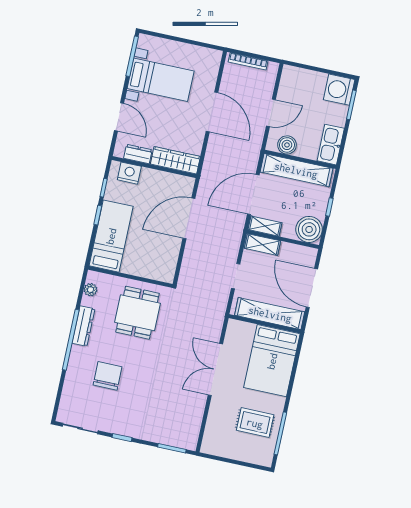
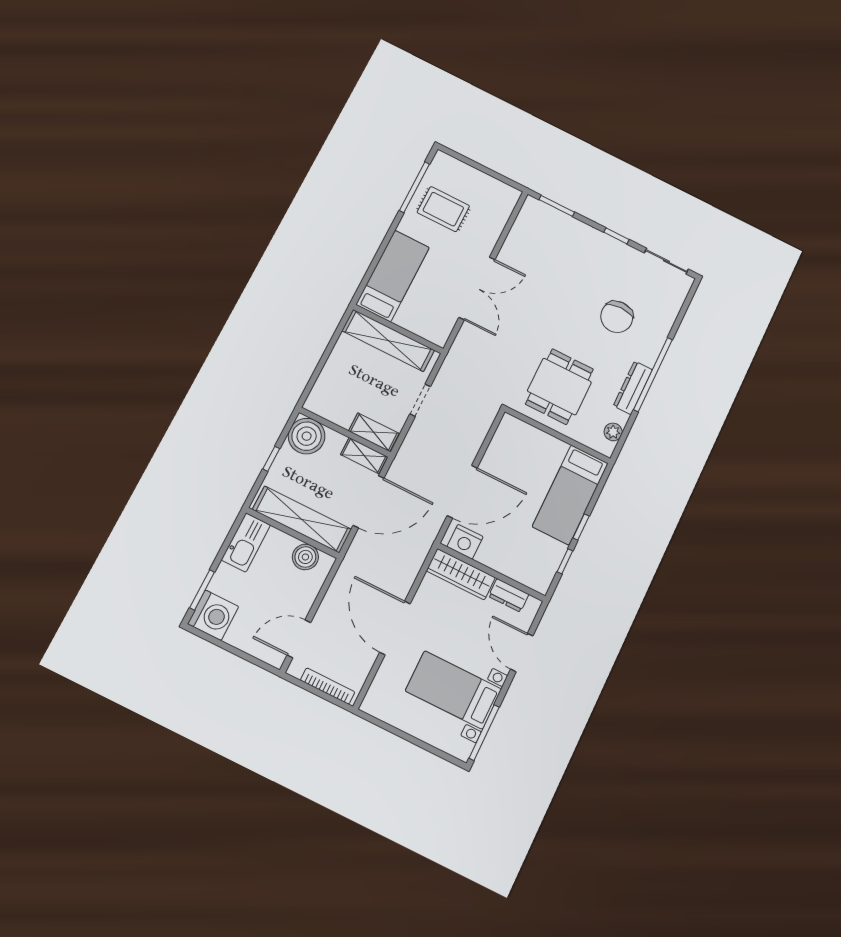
door: (271, 113) -> (299, 639), moved
nightstand: (129, 173) -> (465, 542), moved
door: (312, 288) -> (324, 359), removed
bed: (272, 361) -> (393, 276), width x0.67

